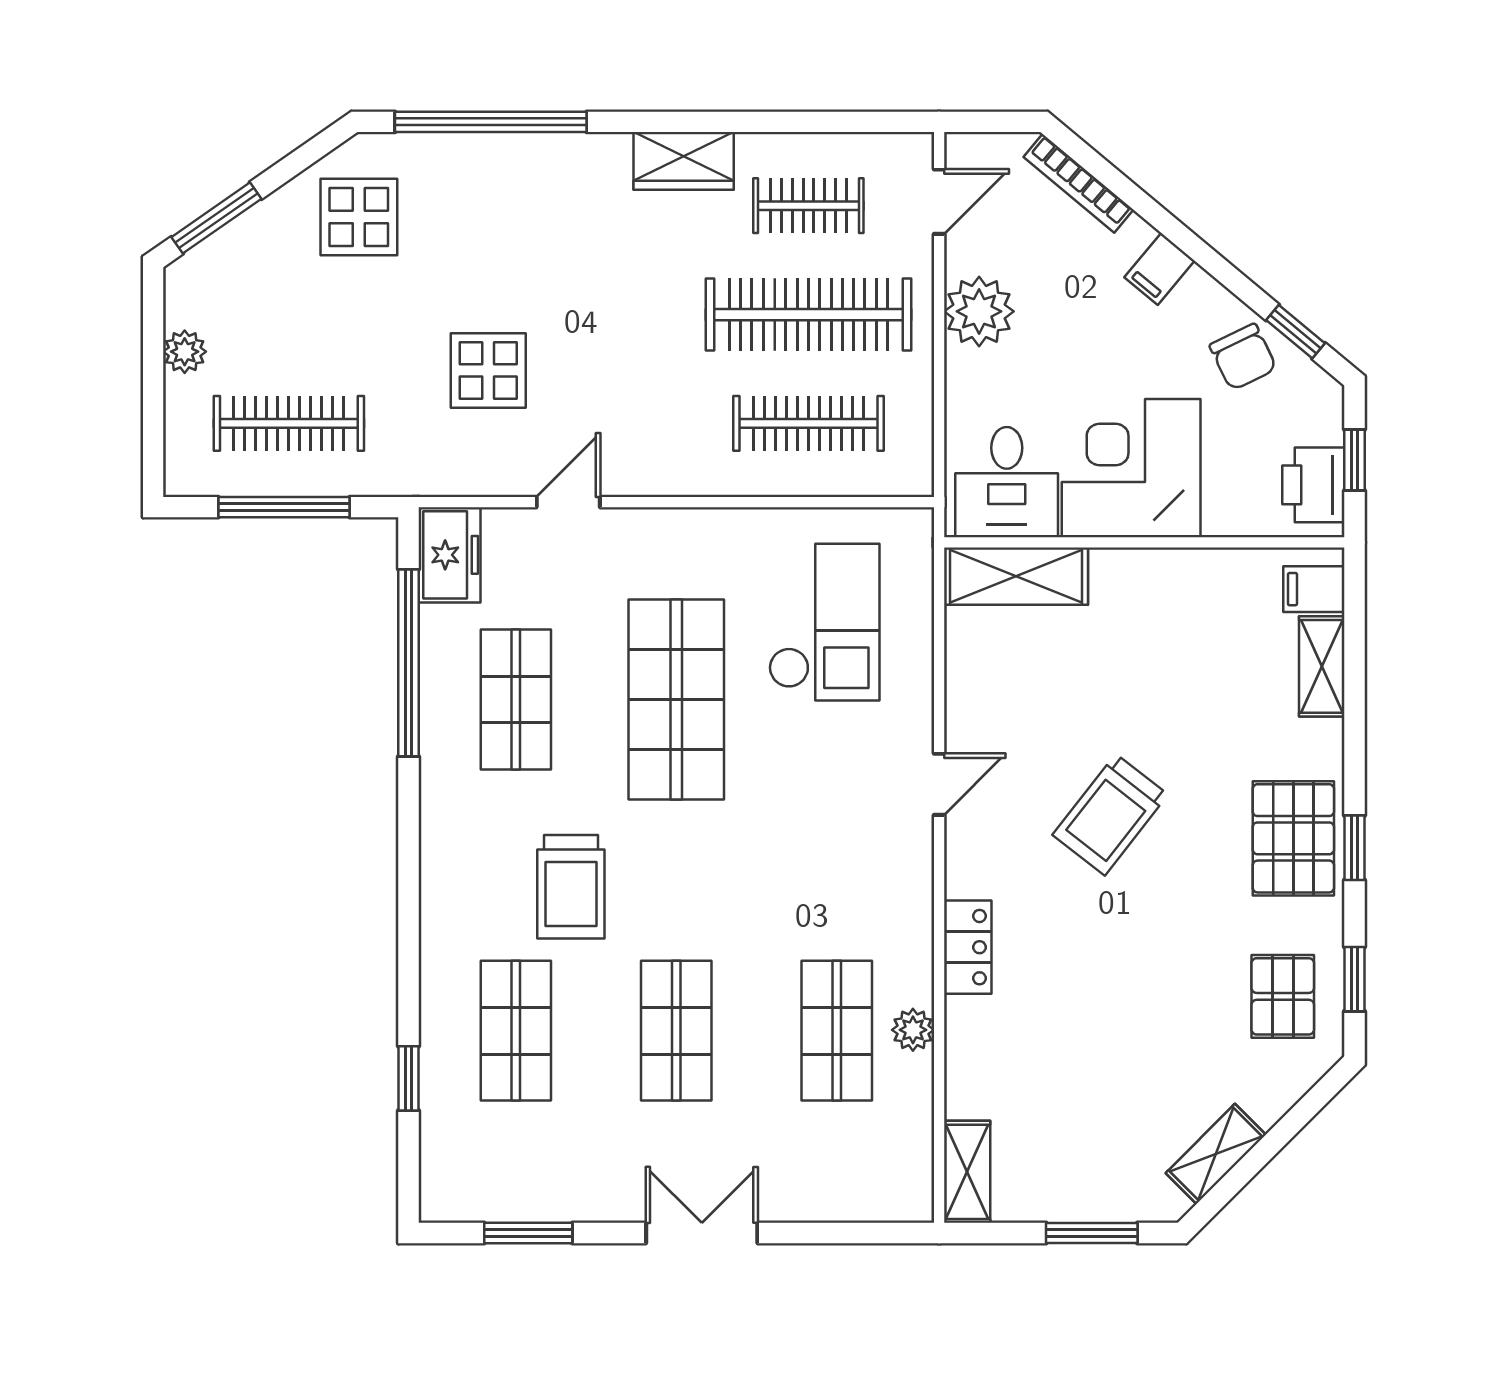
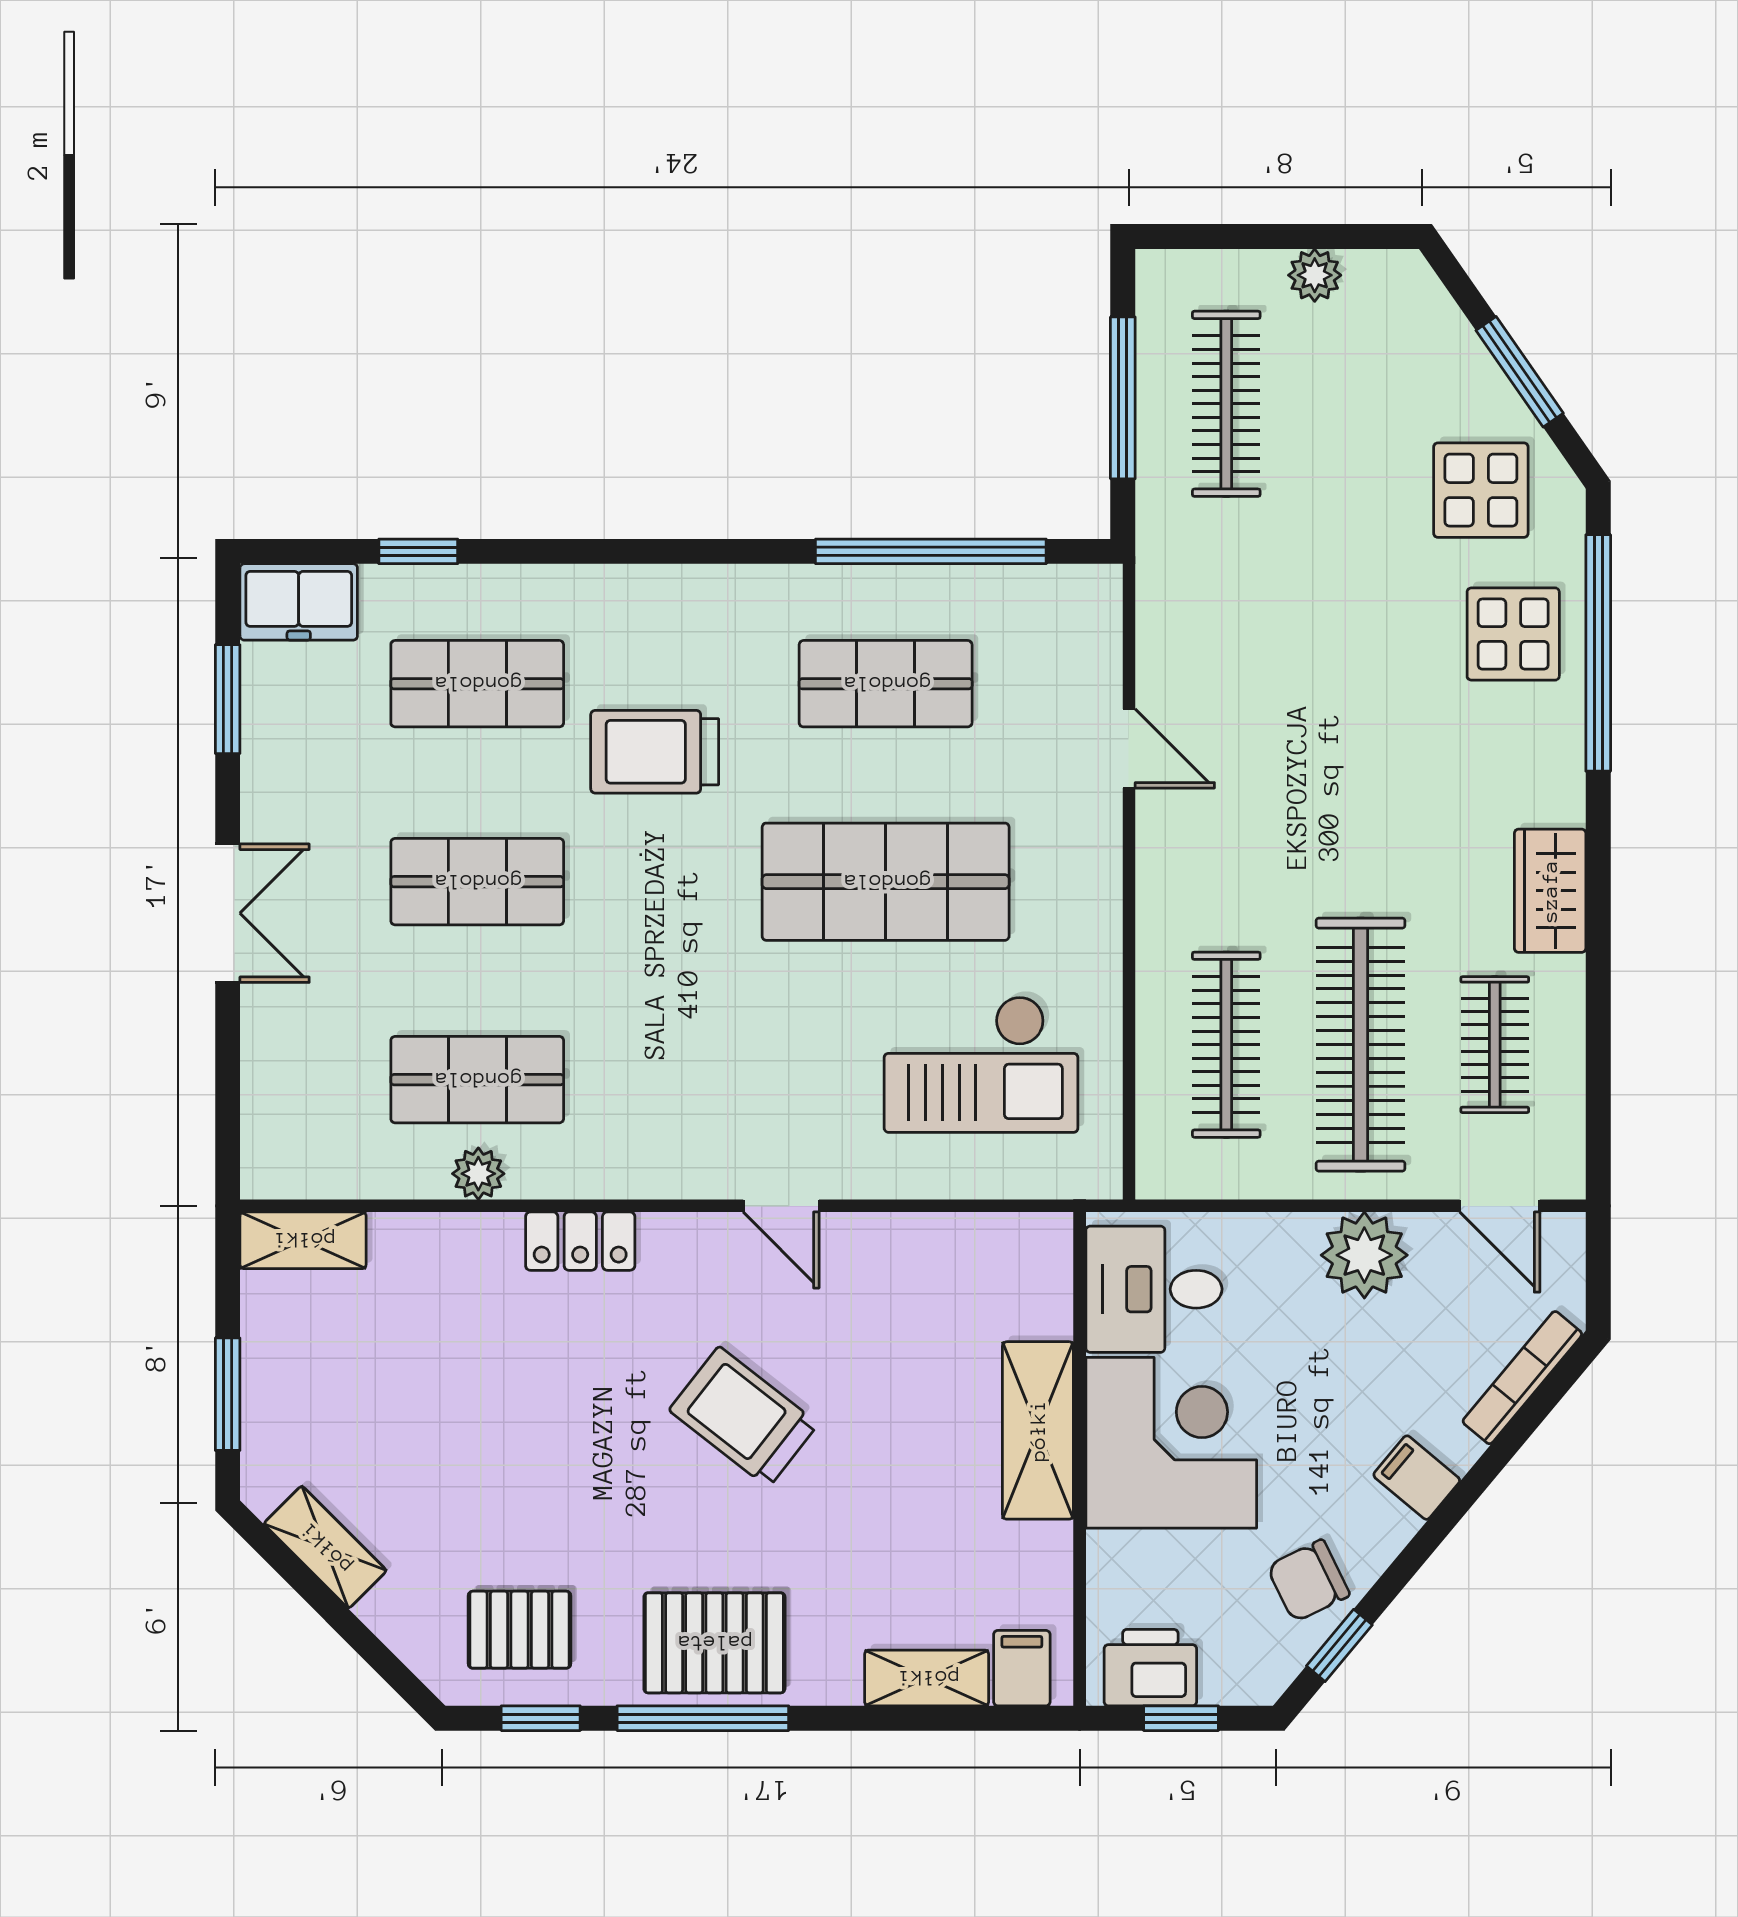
window: (216, 218) -> (1520, 372), moved
display table: (488, 370) -> (1513, 634), moved
freezer: (449, 555) -> (299, 602), moved
shelving: (1016, 576) -> (1038, 1430), moved
window: (1354, 848) -> (703, 1718), width x2.17

